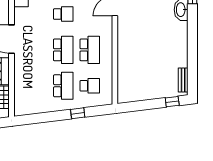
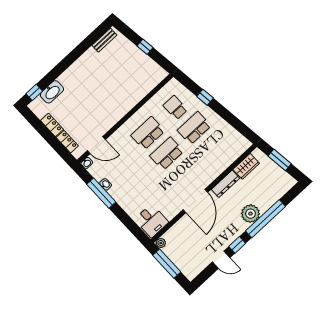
school desk: (63, 14) -> (139, 179), removed
window: (172, 102) -> (145, 47), moved

